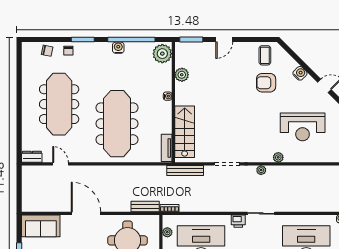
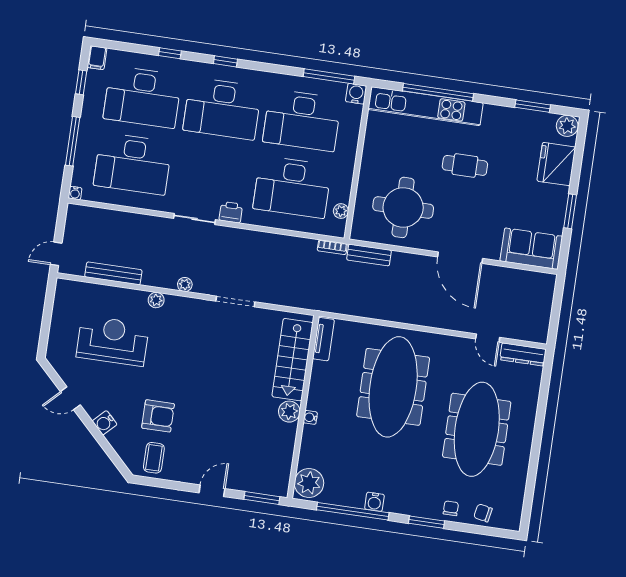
plant: (182, 75) -> (289, 412), moved
dresser: (32, 157) -> (523, 354), width x1.44
bench: (185, 171) -> (113, 273), moved

